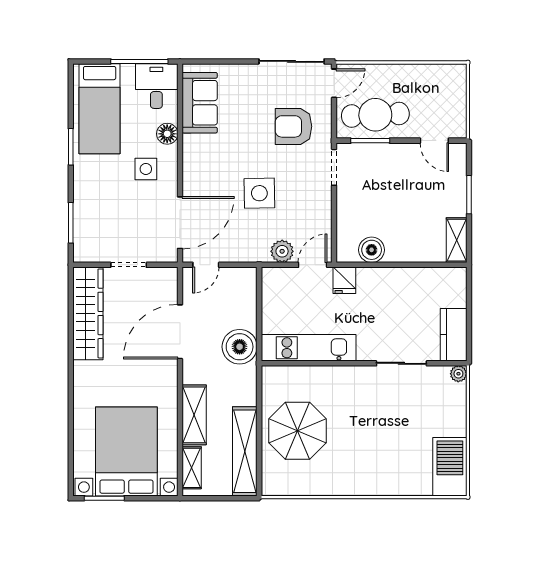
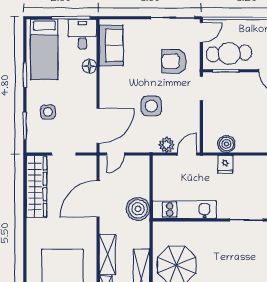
side table: (146, 169) -> (48, 112), moved
fridge: (344, 280) -> (225, 164), moved

